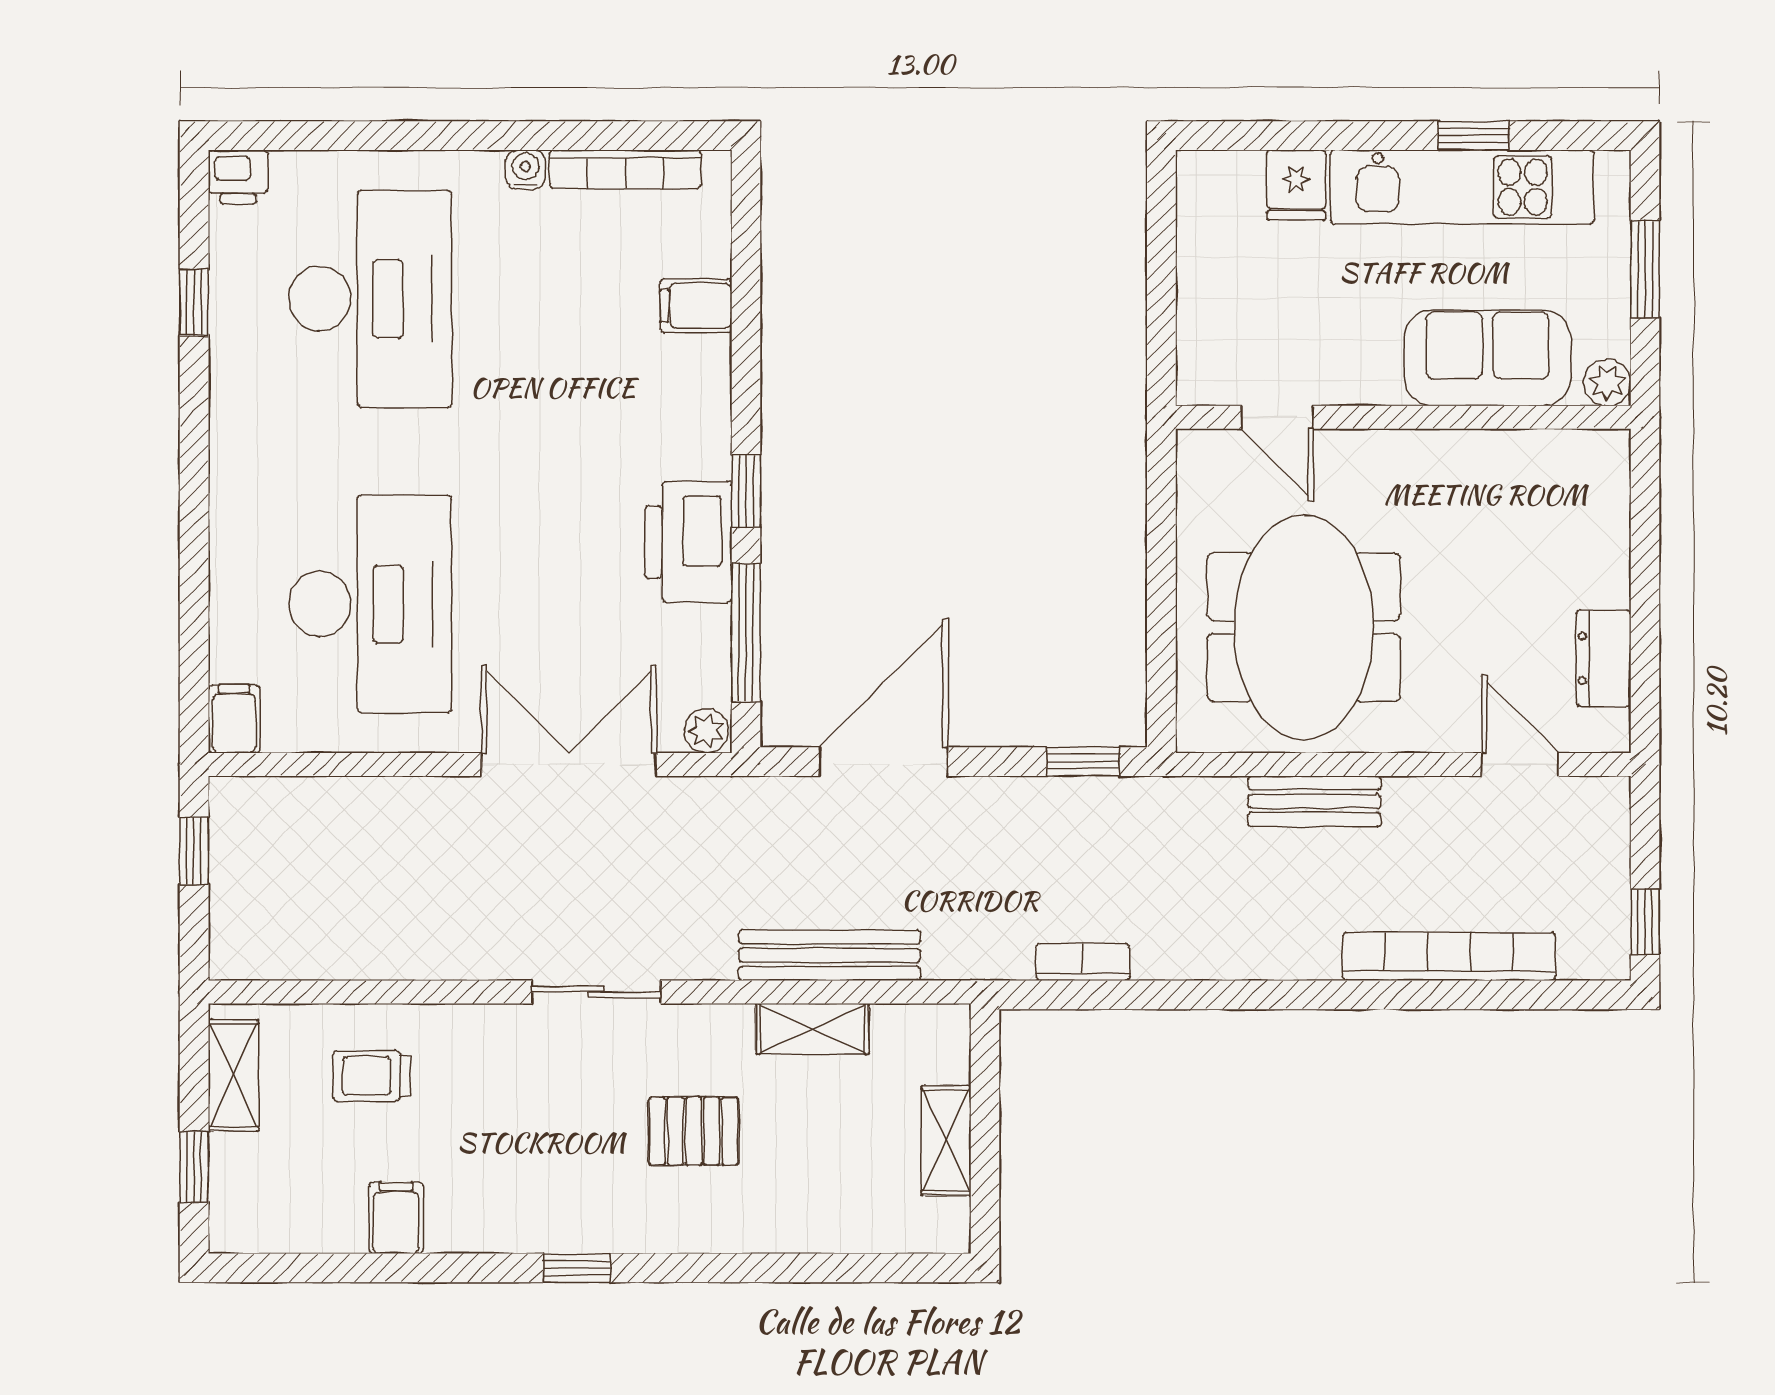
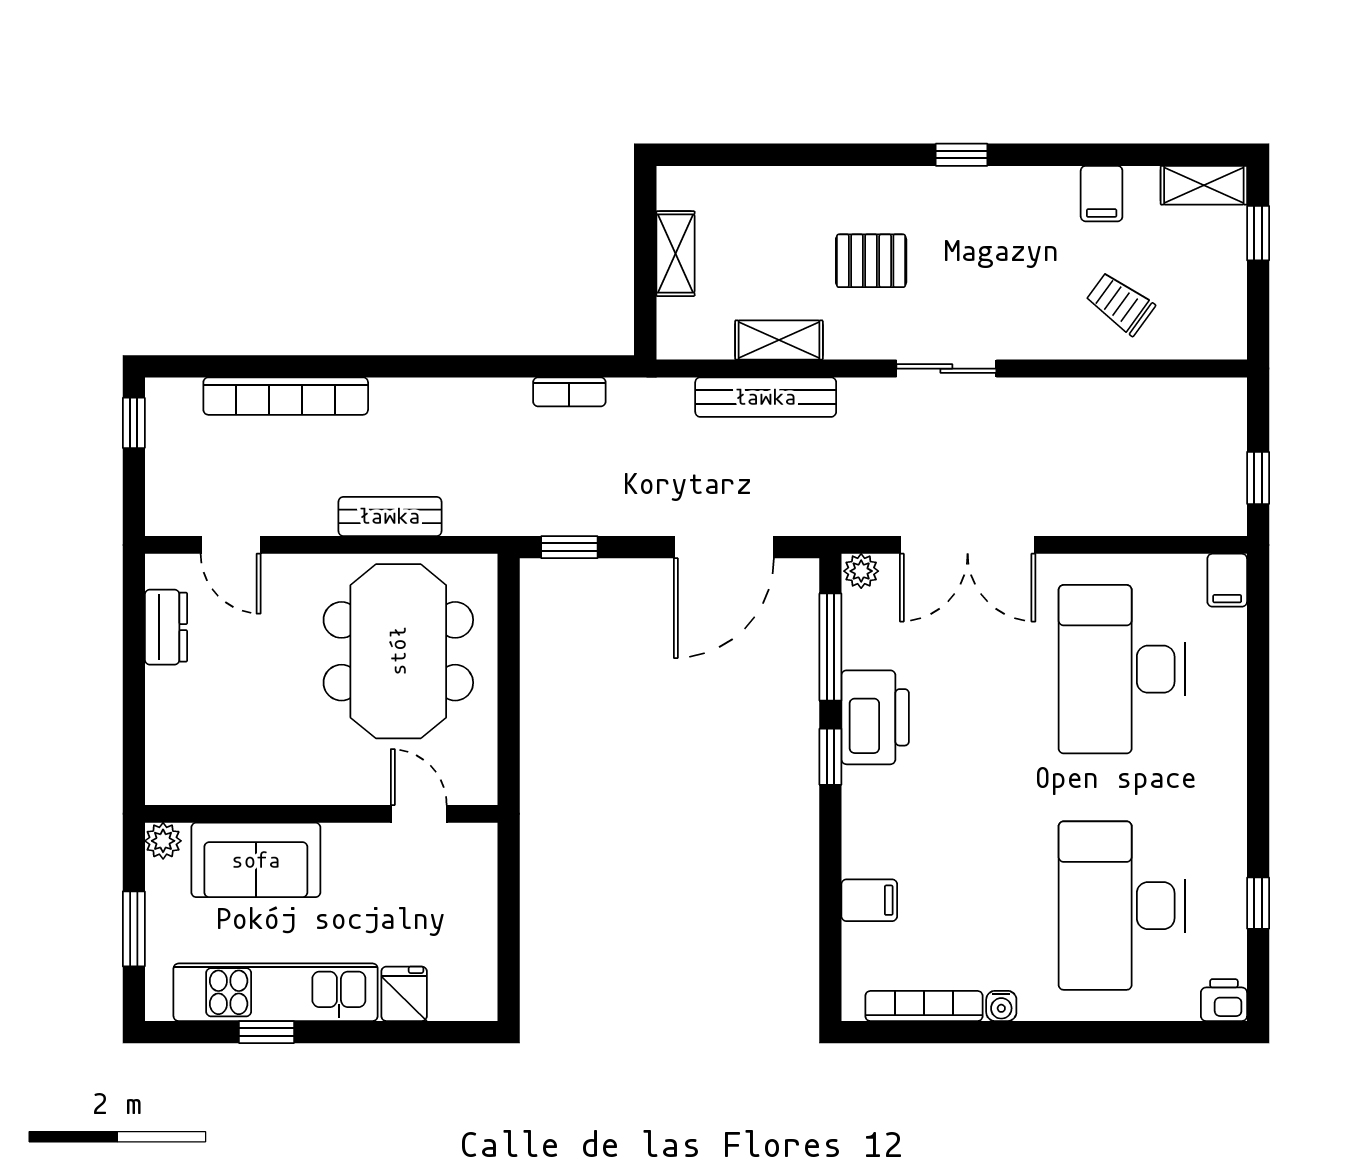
shelving: (233, 1075) -> (1204, 185), moved, turned 90
trolley: (372, 1076) -> (1120, 304), turned -144

